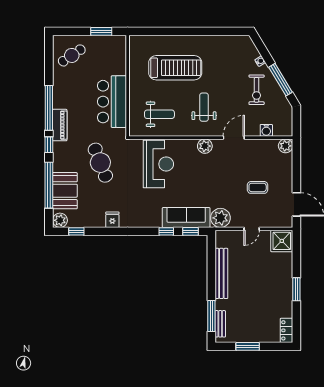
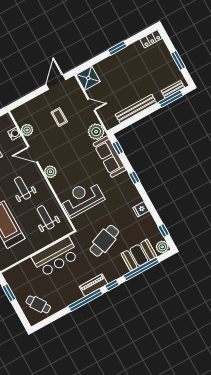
weight bench: (204, 107) -> (23, 188), turned 90
plant: (286, 146) -> (27, 130), moved
window: (166, 231) -> (134, 178), moved

